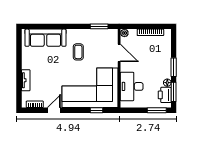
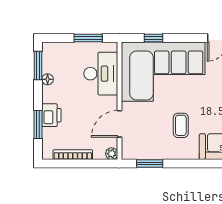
door: (119, 53) -> (120, 124), hinge flipped
window: (174, 67) -> (38, 125), moved
printer: (165, 95) -> (51, 115), moved
window: (157, 110) -> (88, 38), moved

